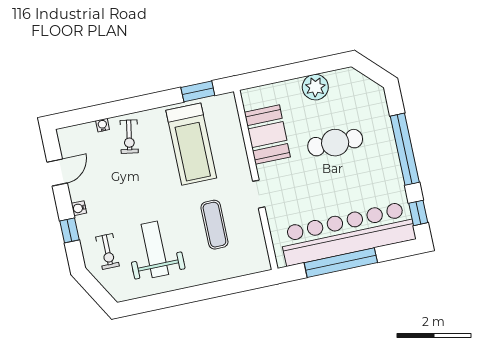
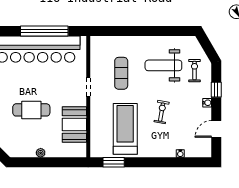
plant: (315, 87) -> (41, 153), width x0.53, depth x0.53
exercise bike: (129, 137) -> (162, 112), moved
weight bench: (155, 249) -> (163, 65), turned 90

